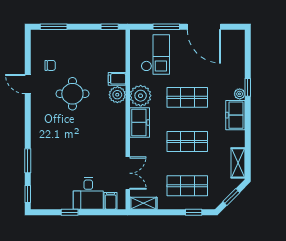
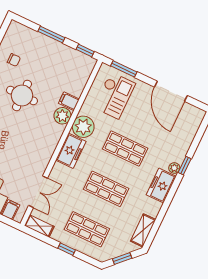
window: (54, 27) -> (51, 35), moved
window: (166, 27) -> (124, 69), moved
window: (194, 212) -> (67, 249), moved

